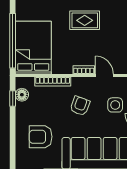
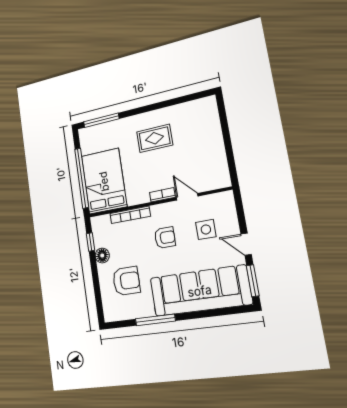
floor lamp: (22, 95) -> (102, 255), moved
armchair: (80, 106) -> (165, 238), turned 70
armchair: (41, 137) -> (126, 281), turned 180

